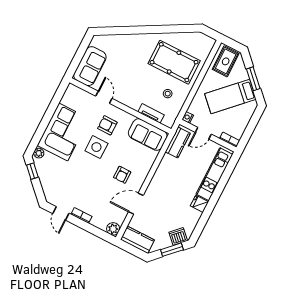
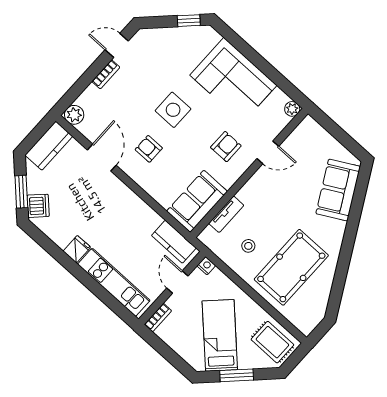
sofa: (90, 66) -> (338, 190), moved, turned 61
side table: (96, 147) -> (173, 110), moved
plant: (39, 153) -> (292, 109), moved

